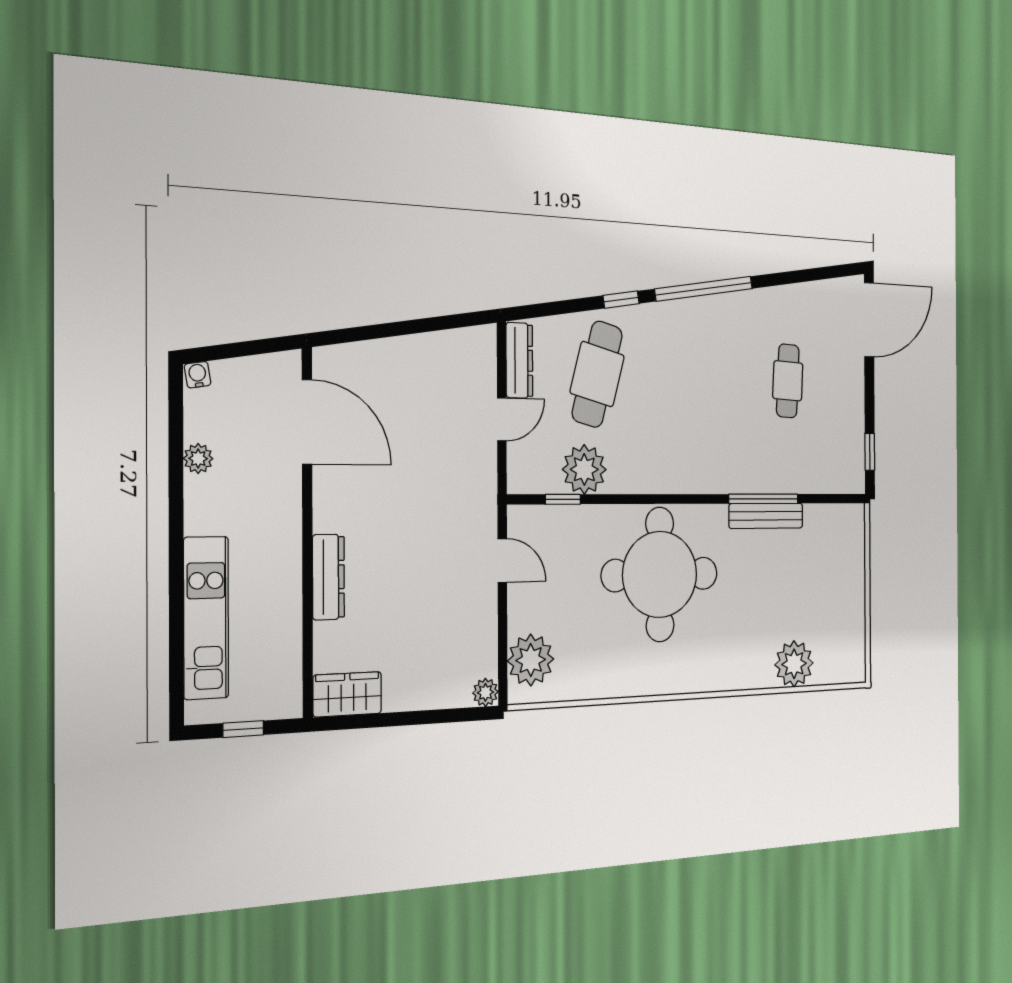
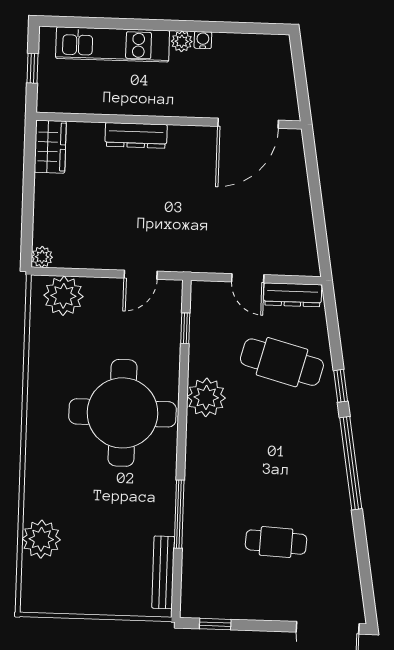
water cooler: (198, 375) -> (203, 40), moved, turned -81
plant: (198, 459) -> (182, 41), moved
plant: (584, 469) -> (206, 397), moved
bench: (766, 516) -> (163, 572), moved

